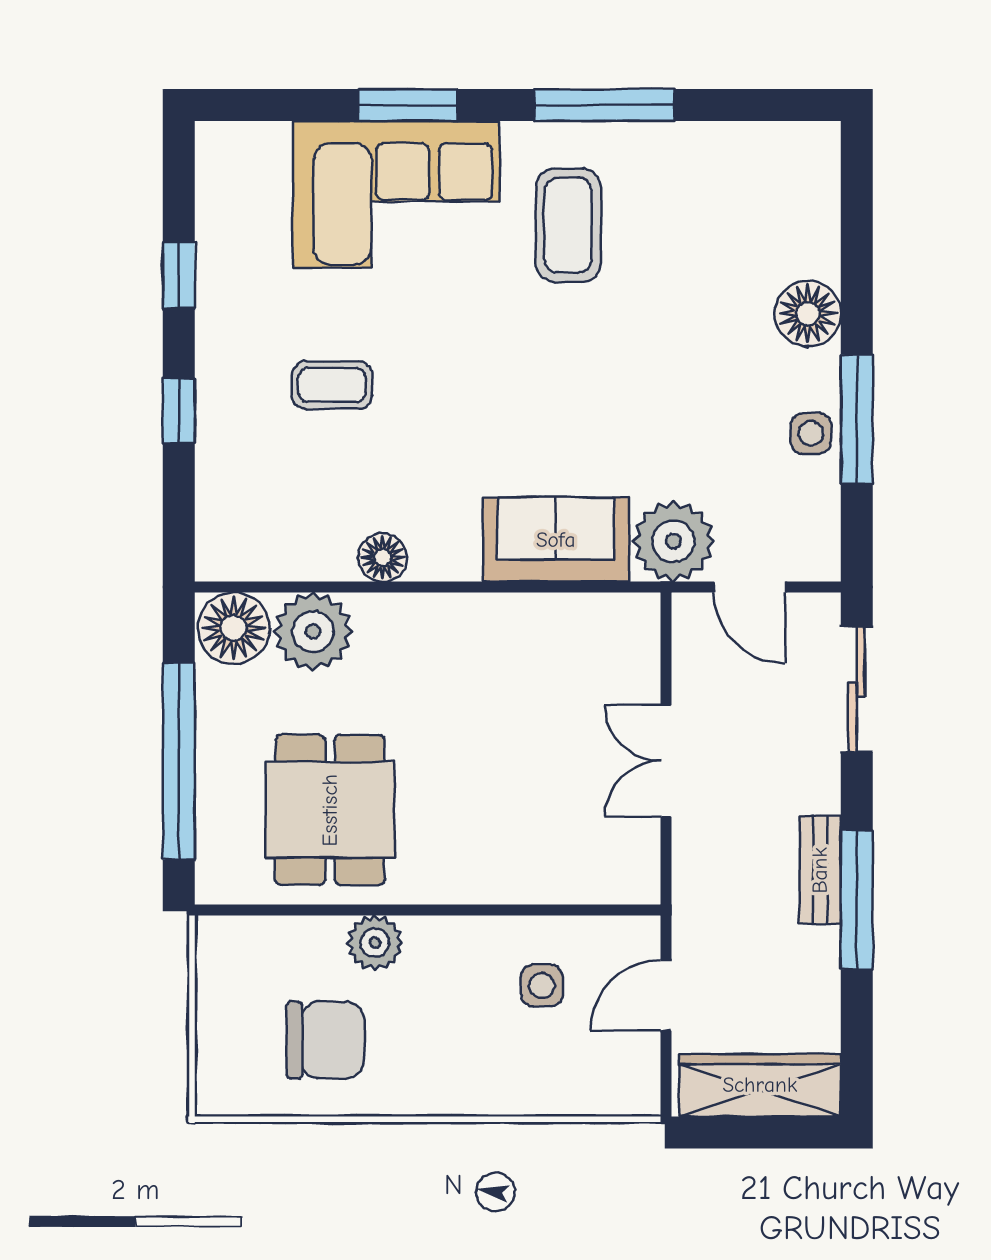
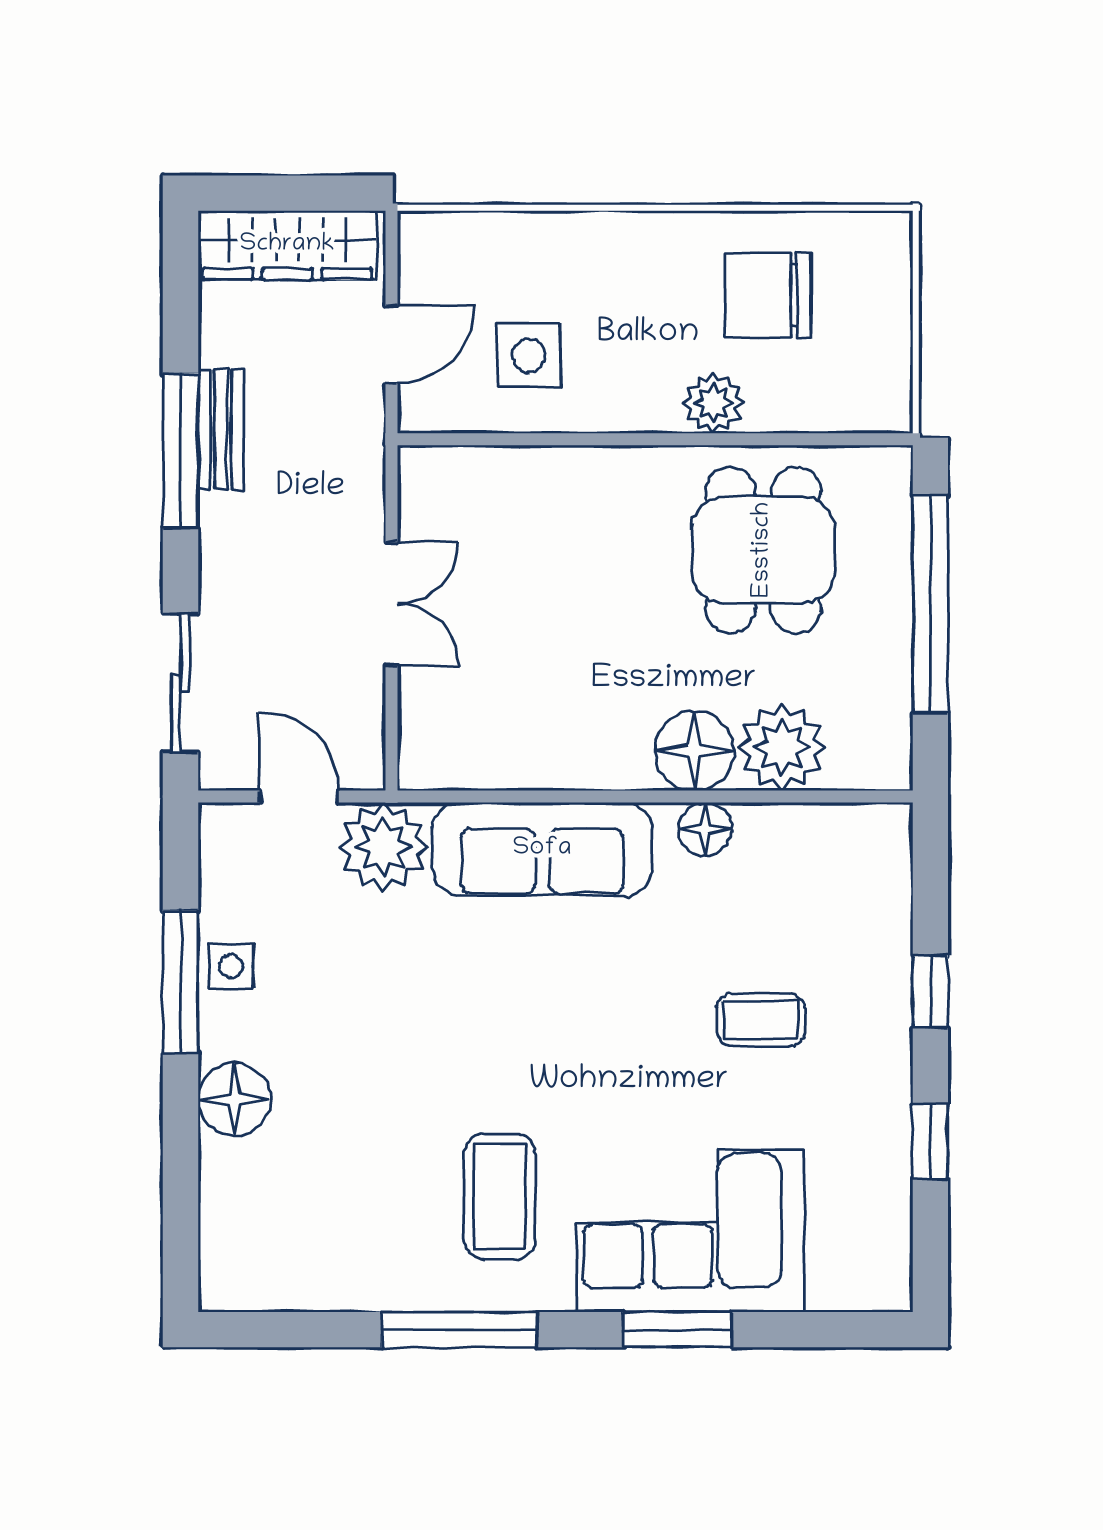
sofa: (556, 540) -> (542, 849), width x1.36
floor lamp: (234, 628) -> (694, 751), moved
bench: (820, 870) -> (221, 430), moved
side table: (542, 986) -> (529, 356), width x1.37, depth x1.37

